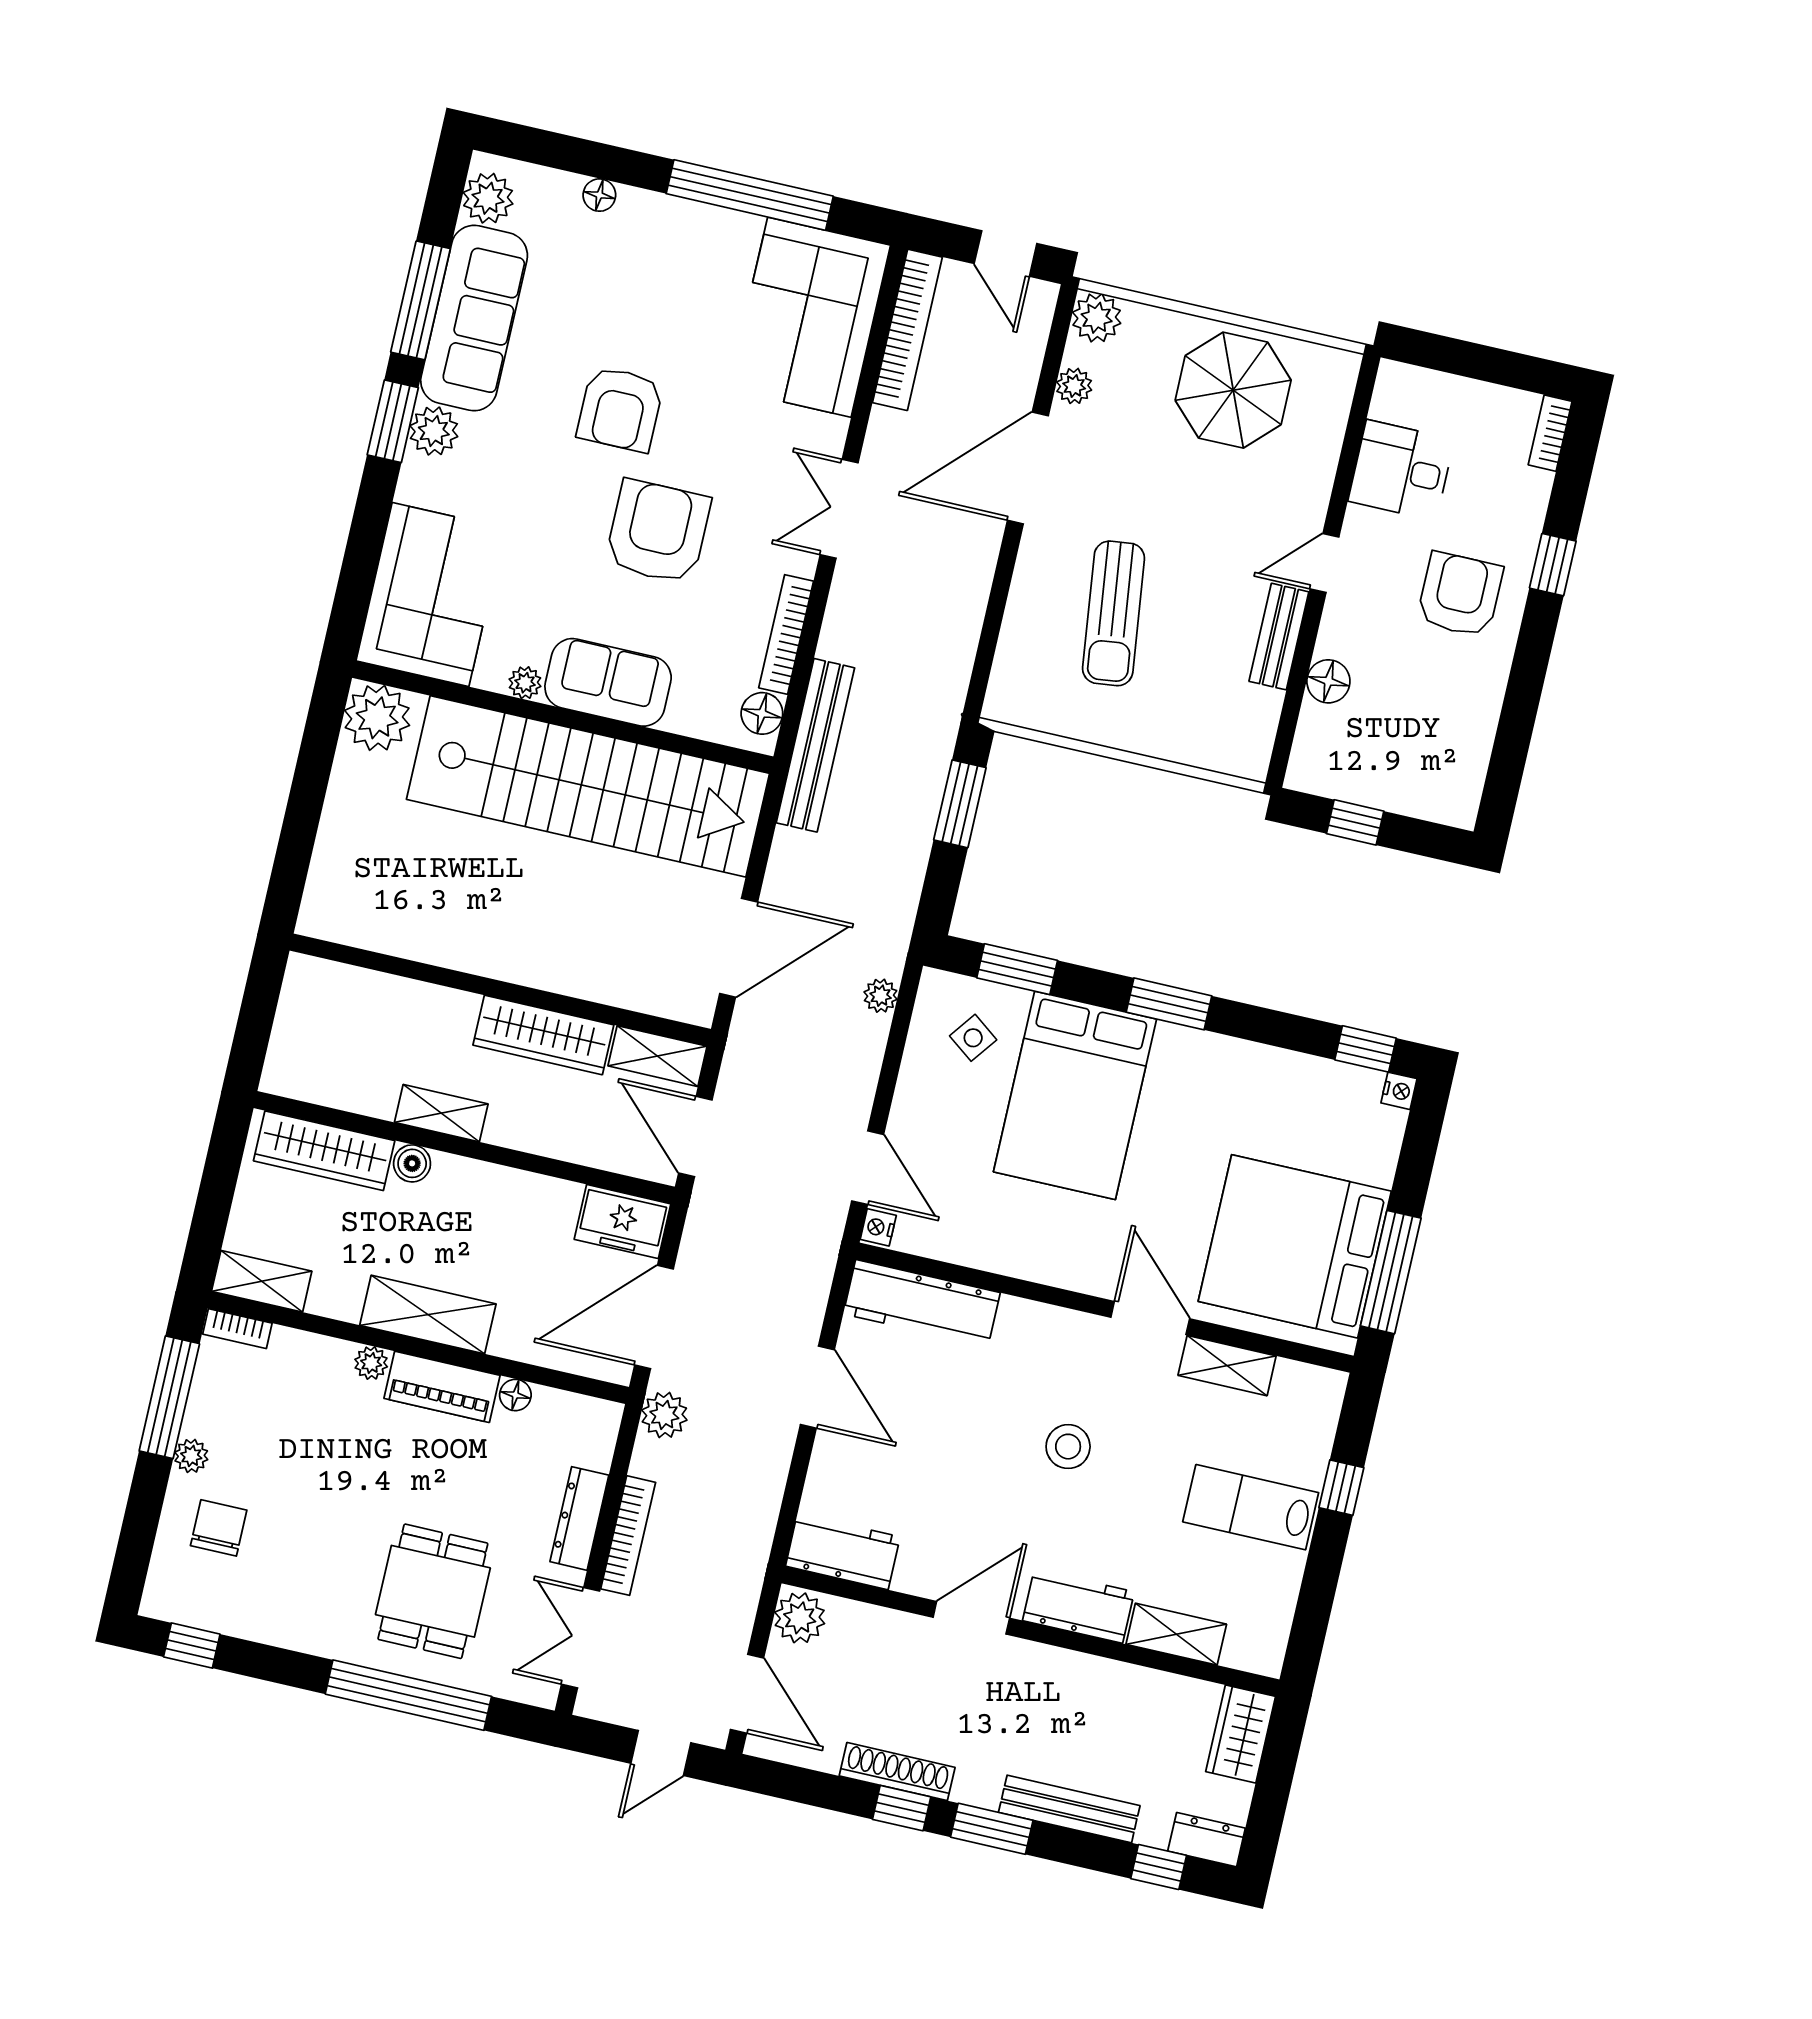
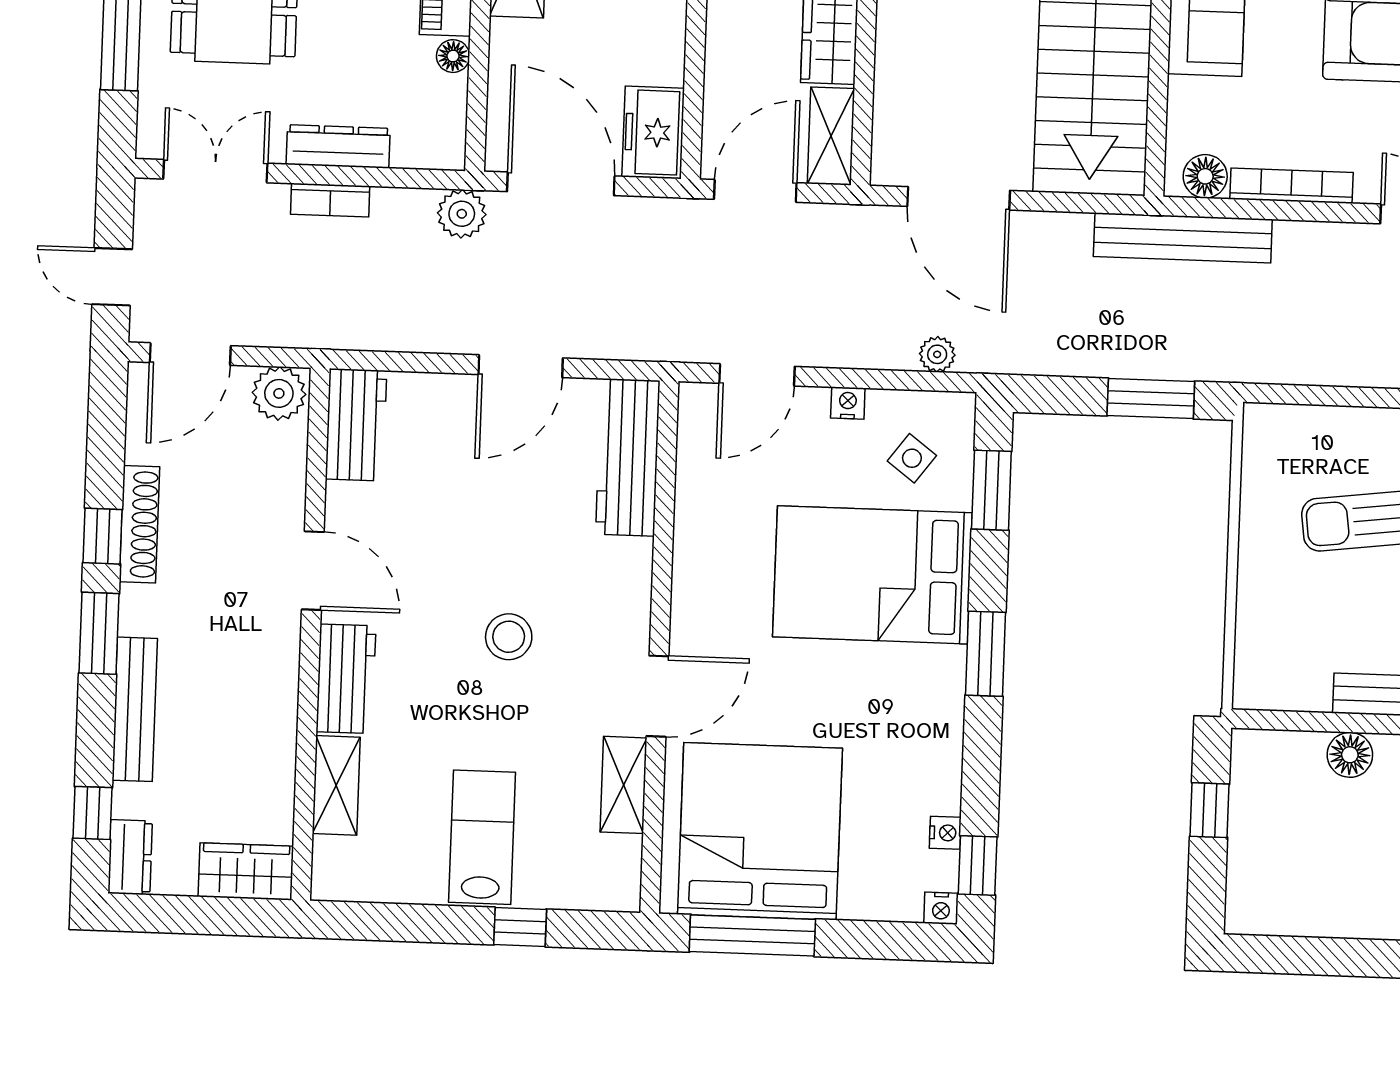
nightstand: (1329, 1073) -> (945, 833), added
nightstand: (878, 1227) -> (848, 403), moved
bookcase: (628, 1536) -> (330, 200), width x0.64

